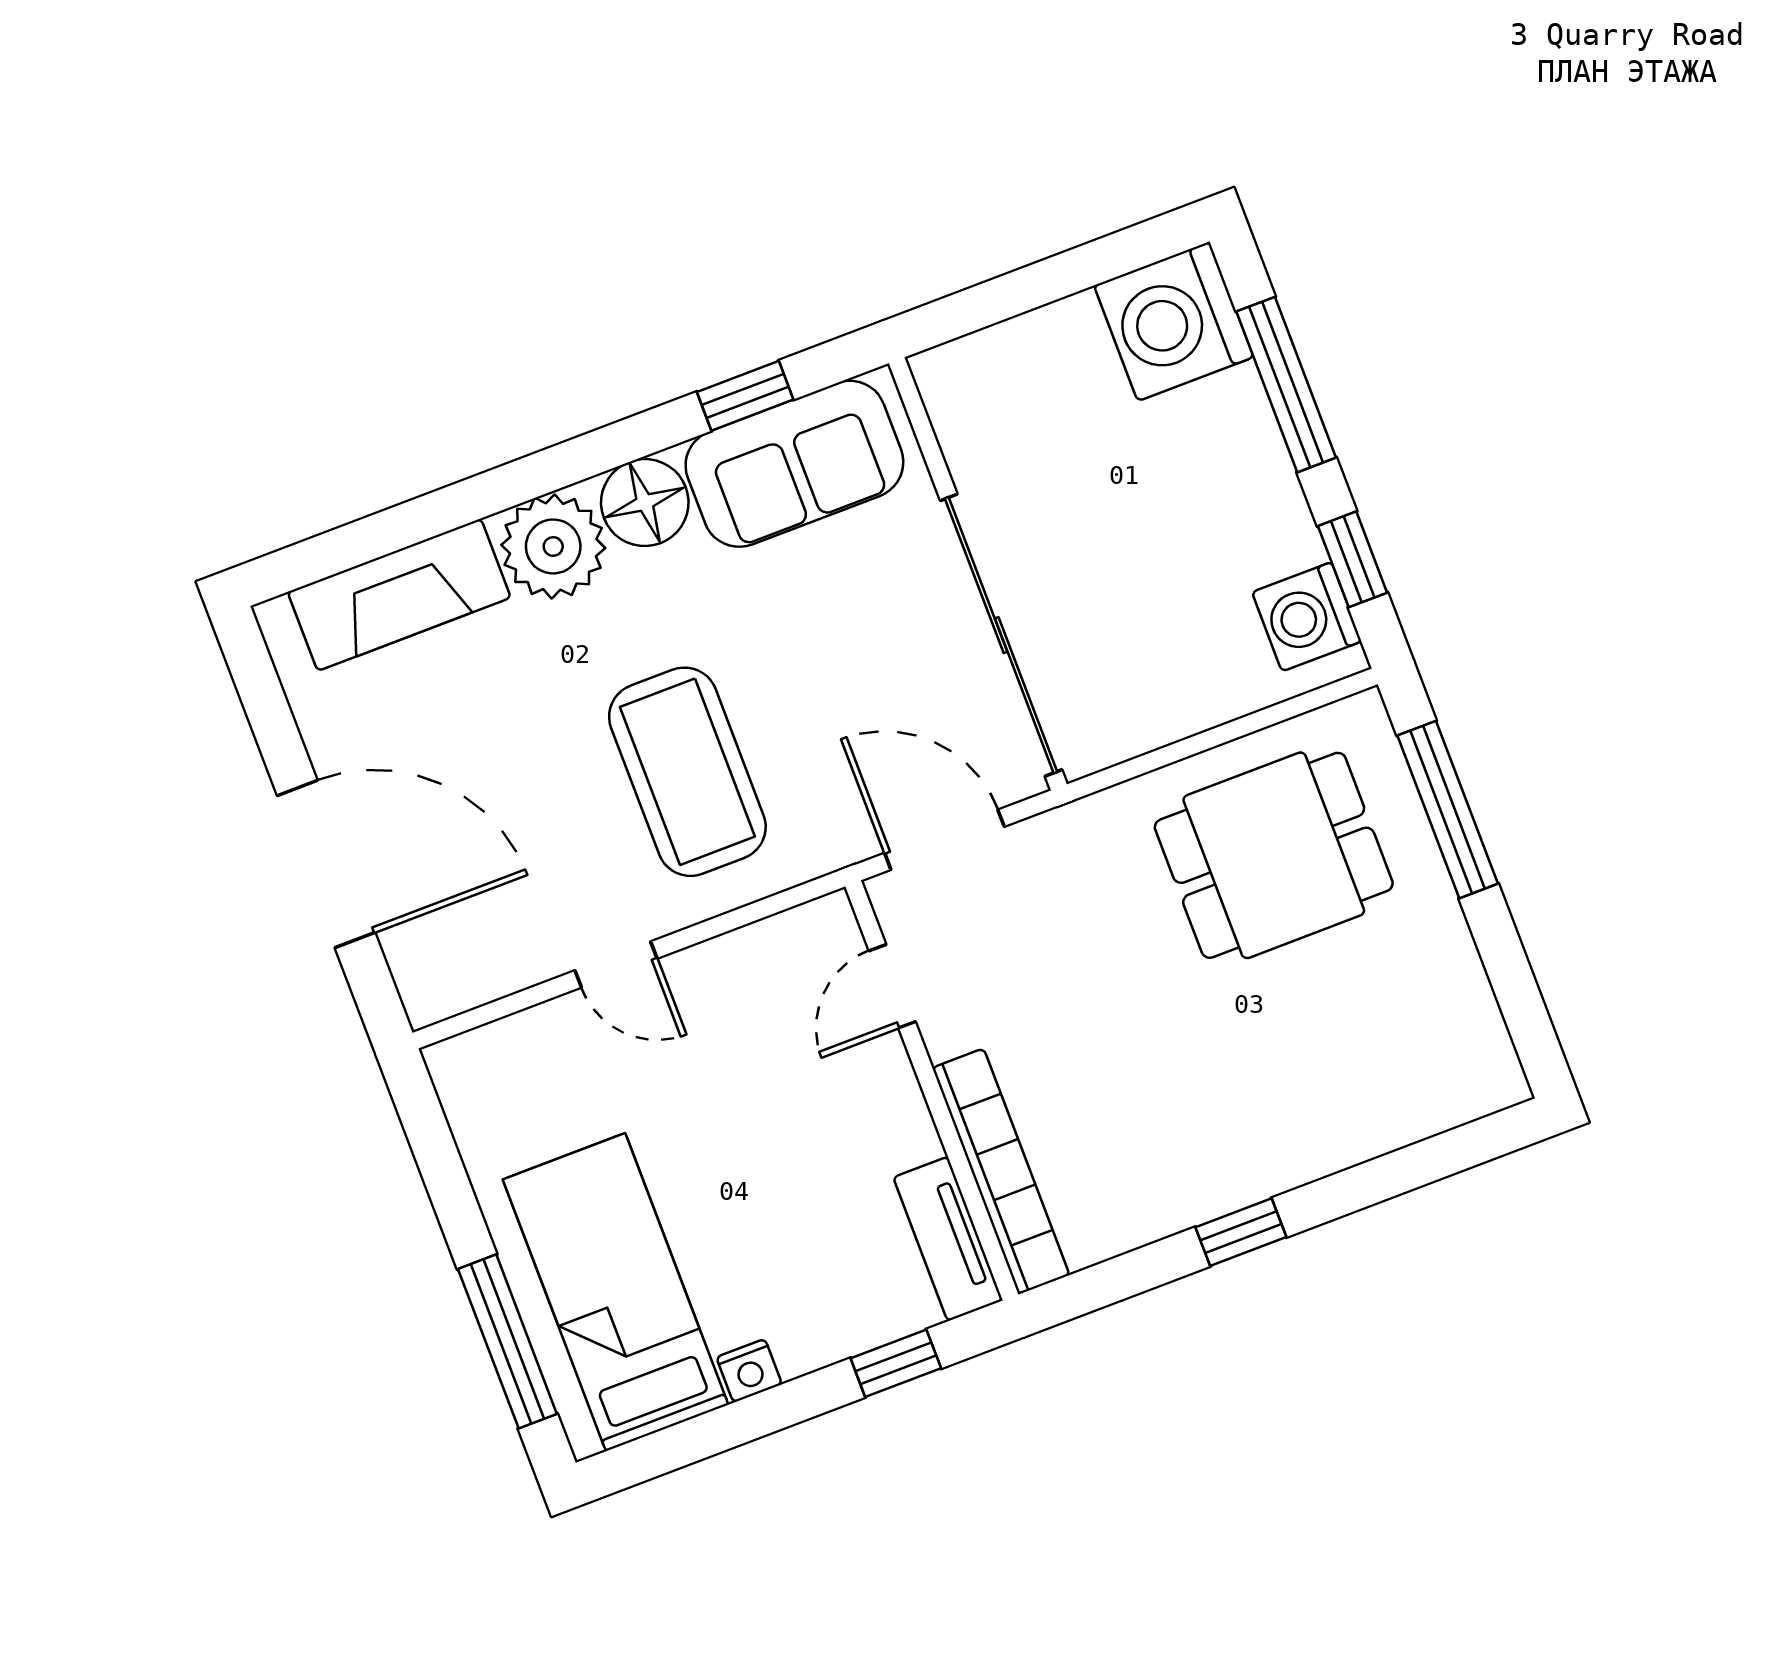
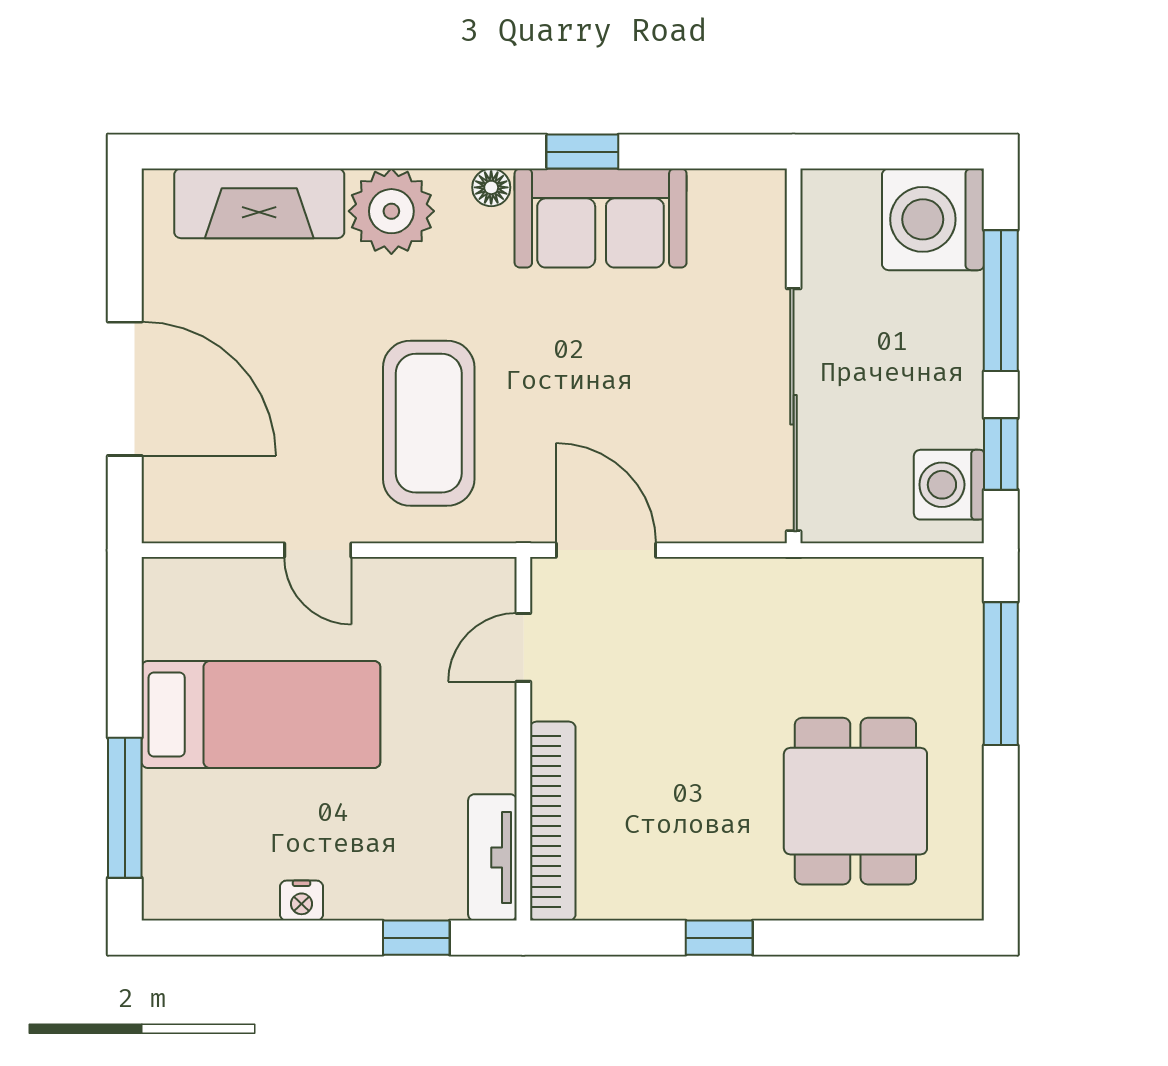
floor lamp: (645, 503) -> (491, 187), width x0.53, depth x0.53
wall: (978, 574) -> (794, 356), moved
sliding door: (1001, 635) -> (794, 410), moved
dining table: (1274, 855) -> (855, 801), moved, turned 90
bed: (616, 1292) -> (261, 715), moved, turned 90

